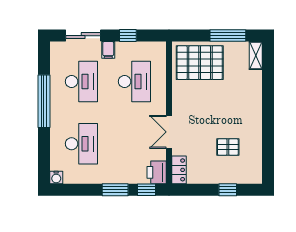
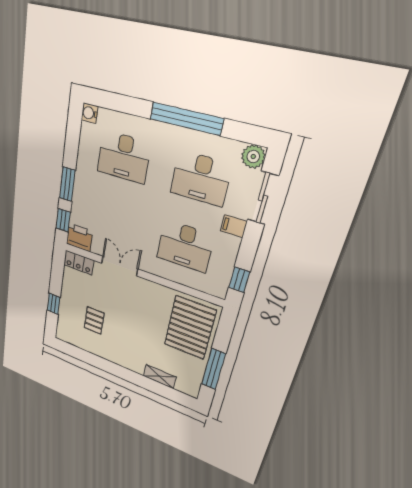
window: (128, 36) -> (239, 280), moved
plant: (58, 49) -> (253, 157), added
shelving: (256, 56) -> (160, 376), moved

